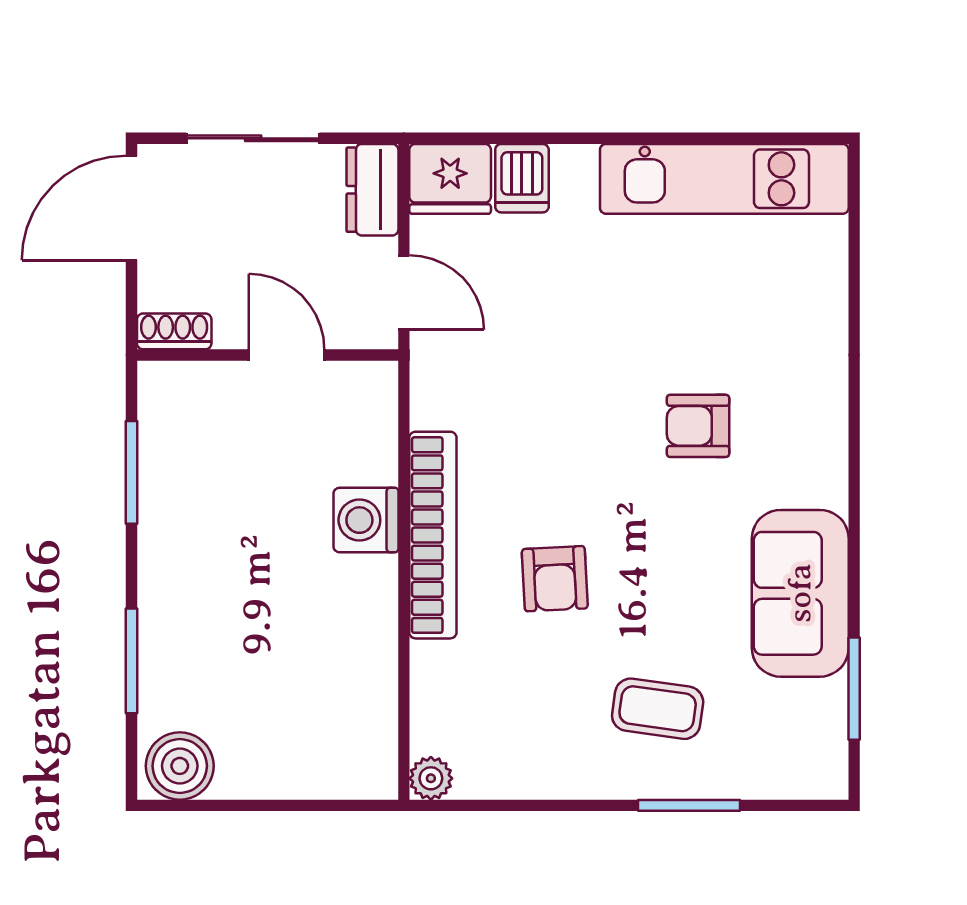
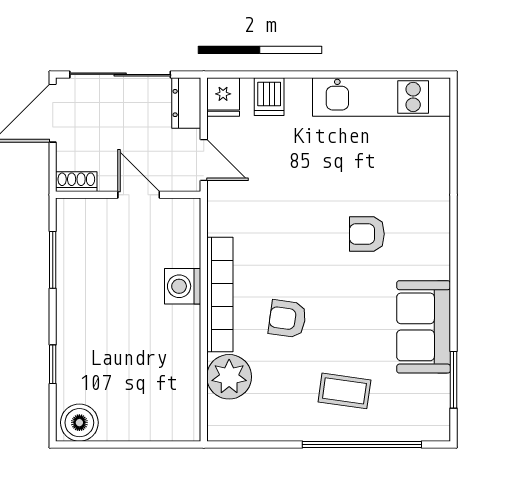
sliding door: (253, 138) -> (120, 74), width x1.37
fridge: (450, 179) -> (223, 97), width x0.72
armchair: (555, 579) -> (287, 319), turned 101
window: (131, 661) -> (53, 364), width x0.67
plant: (431, 778) -> (229, 377), moved, width x1.88, depth x1.88
window: (689, 805) -> (362, 444), width x2.11

